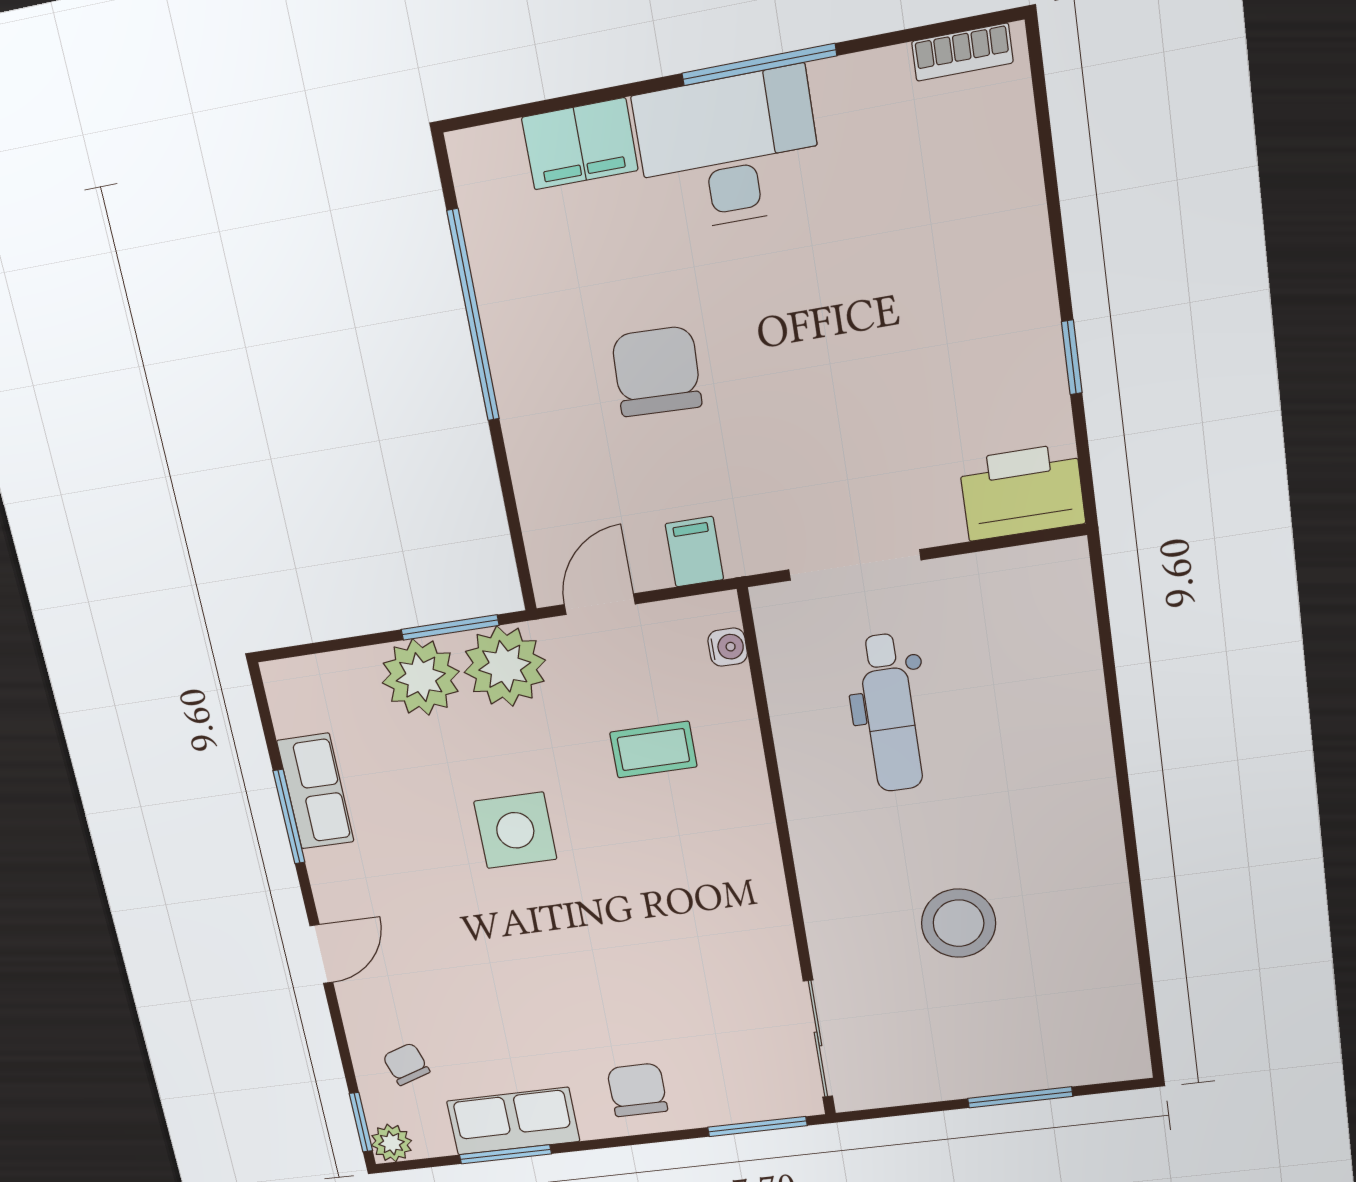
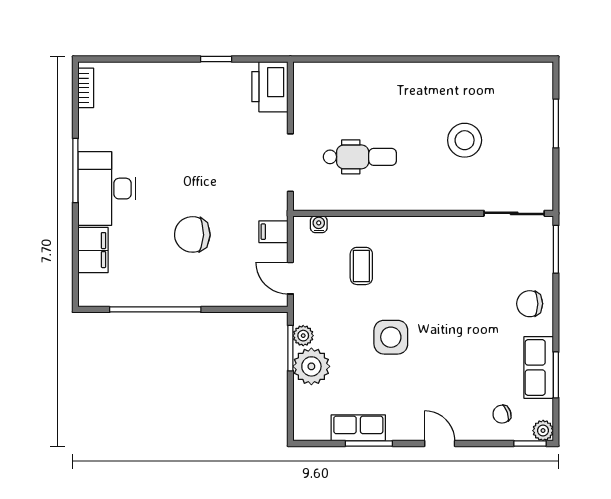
plant: (505, 666) -> (303, 336), width x0.53, depth x0.53

